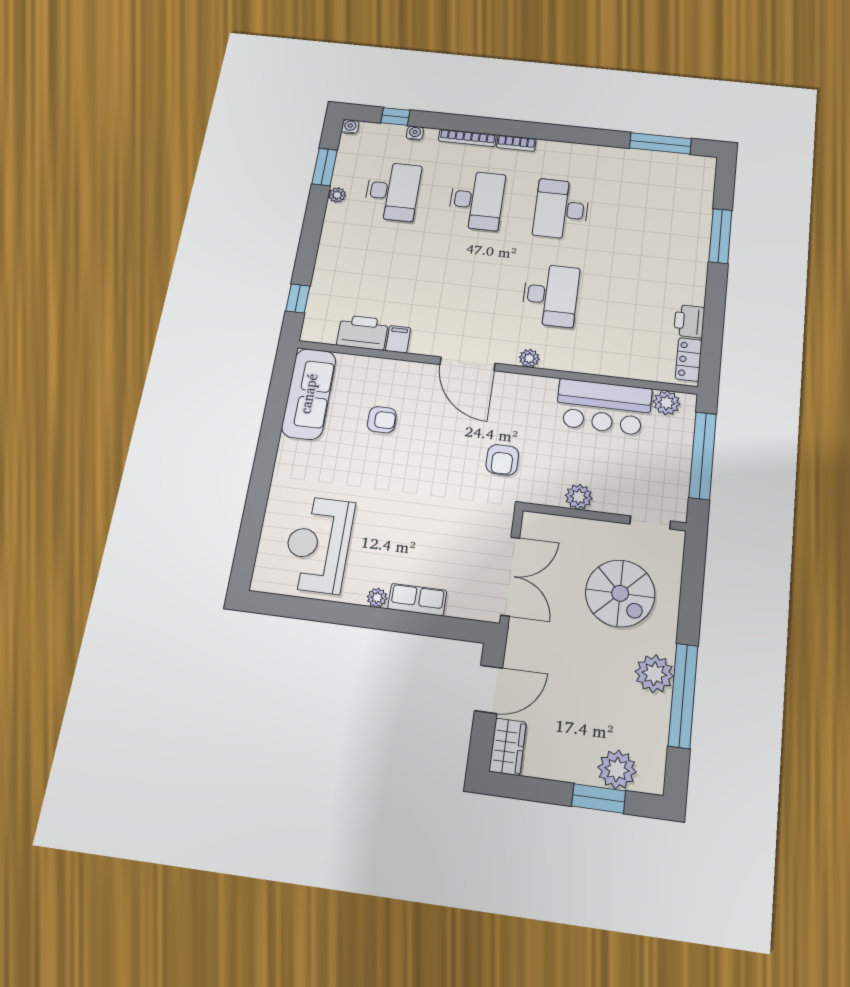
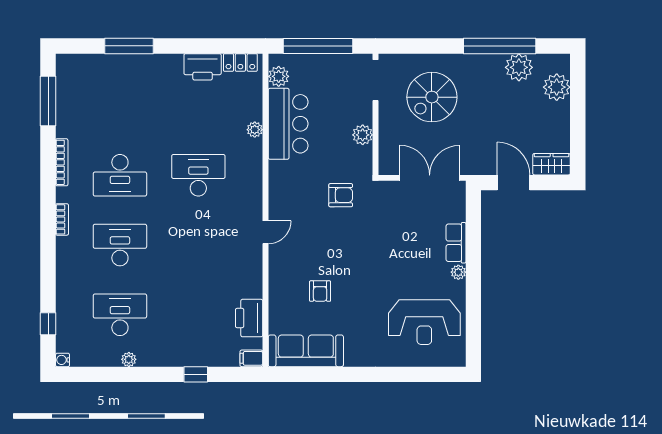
water cooler: (415, 133) -> (62, 305), removed
bookcase: (467, 138) -> (62, 162), moved
window: (325, 167) -> (104, 374), removed
window: (298, 299) -> (196, 374), moved
printer: (689, 321) -> (203, 67), width x1.37, depth x1.19
filing cabinet: (398, 339) -> (251, 358), moved
plant: (529, 358) -> (255, 130), moved
door: (467, 364) -> (265, 232), width x0.53
armchair: (382, 420) -> (320, 291), turned 180
doorway: (650, 522) -> (376, 80), width x1.38
spiral stairs: (620, 593) -> (432, 97), turned 180
plant: (654, 674) -> (519, 67), moved
window: (599, 798) -> (578, 98), removed

